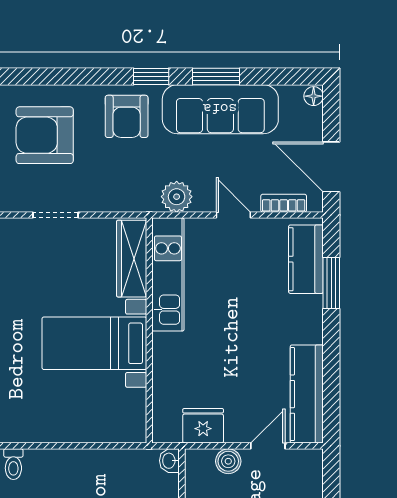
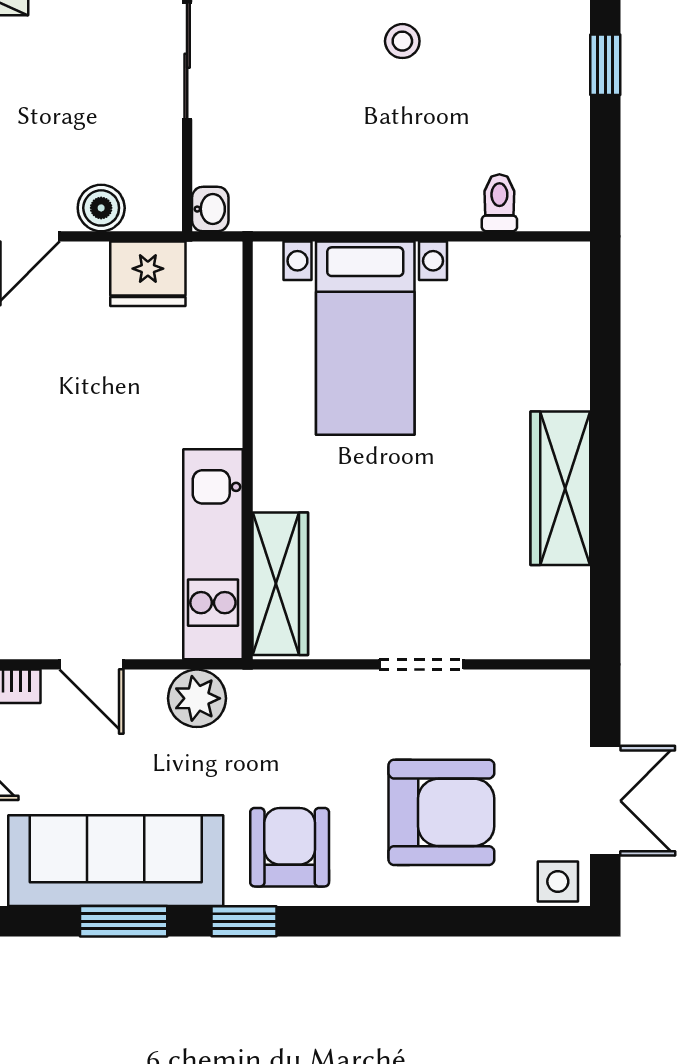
bed with nightstands: (94, 343) -> (365, 338), moved, turned 90

